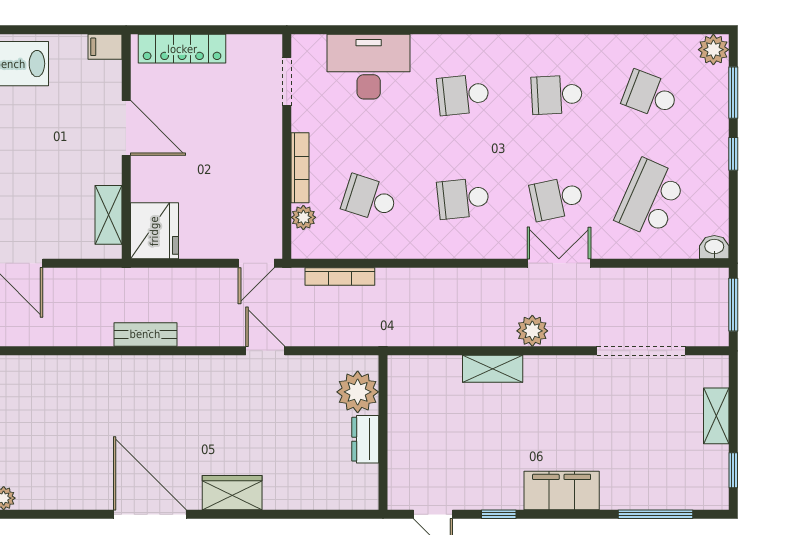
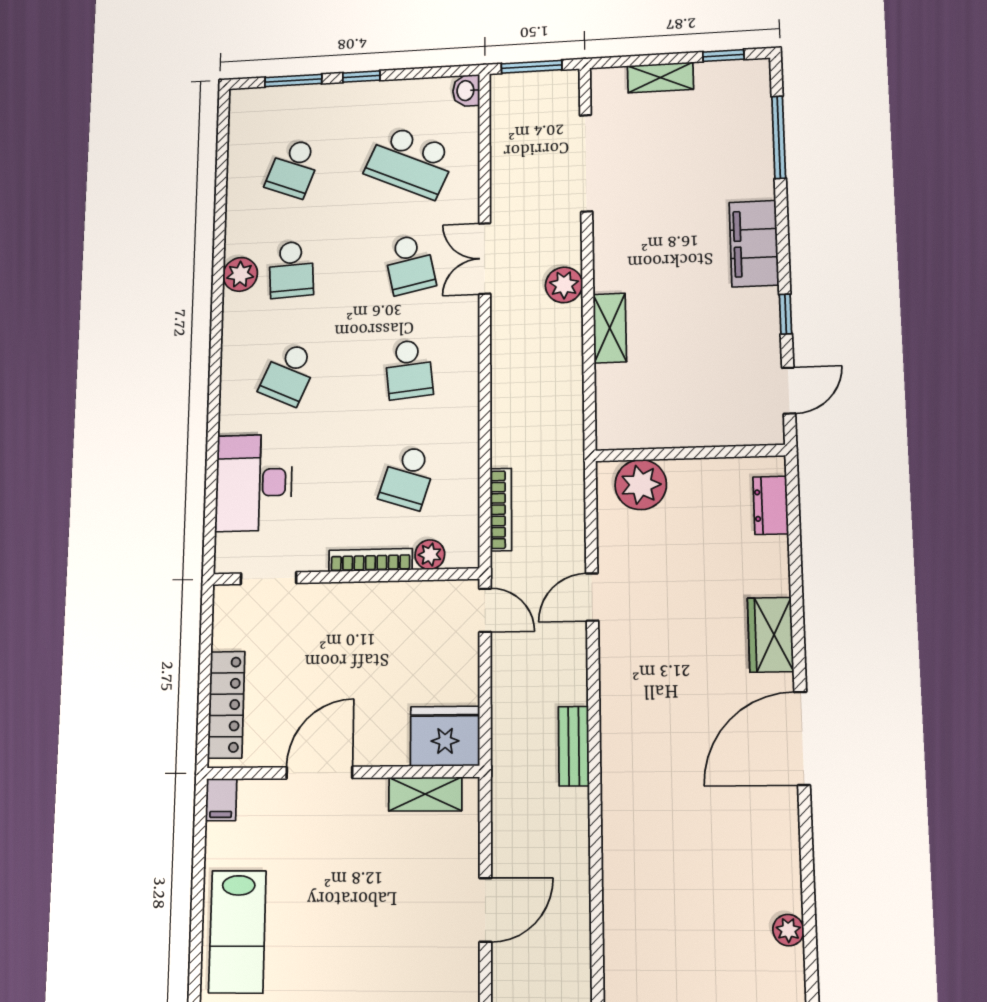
plant: (713, 50) -> (240, 274), moved
school desk: (463, 95) -> (289, 374), turned 30
dresser: (365, 439) -> (771, 505), moved, turned 90

